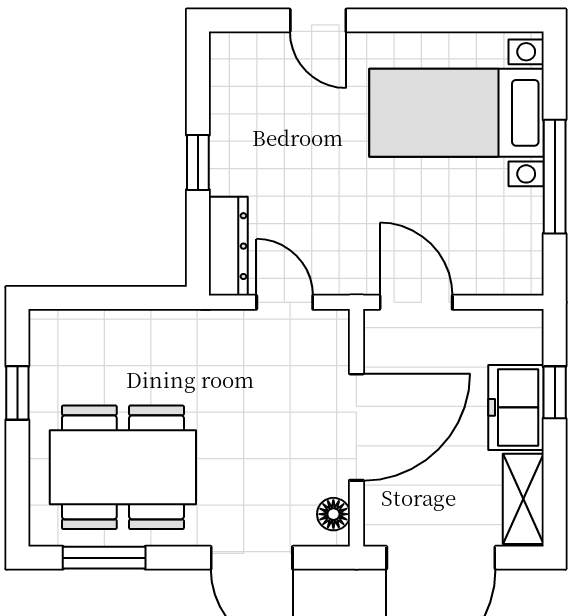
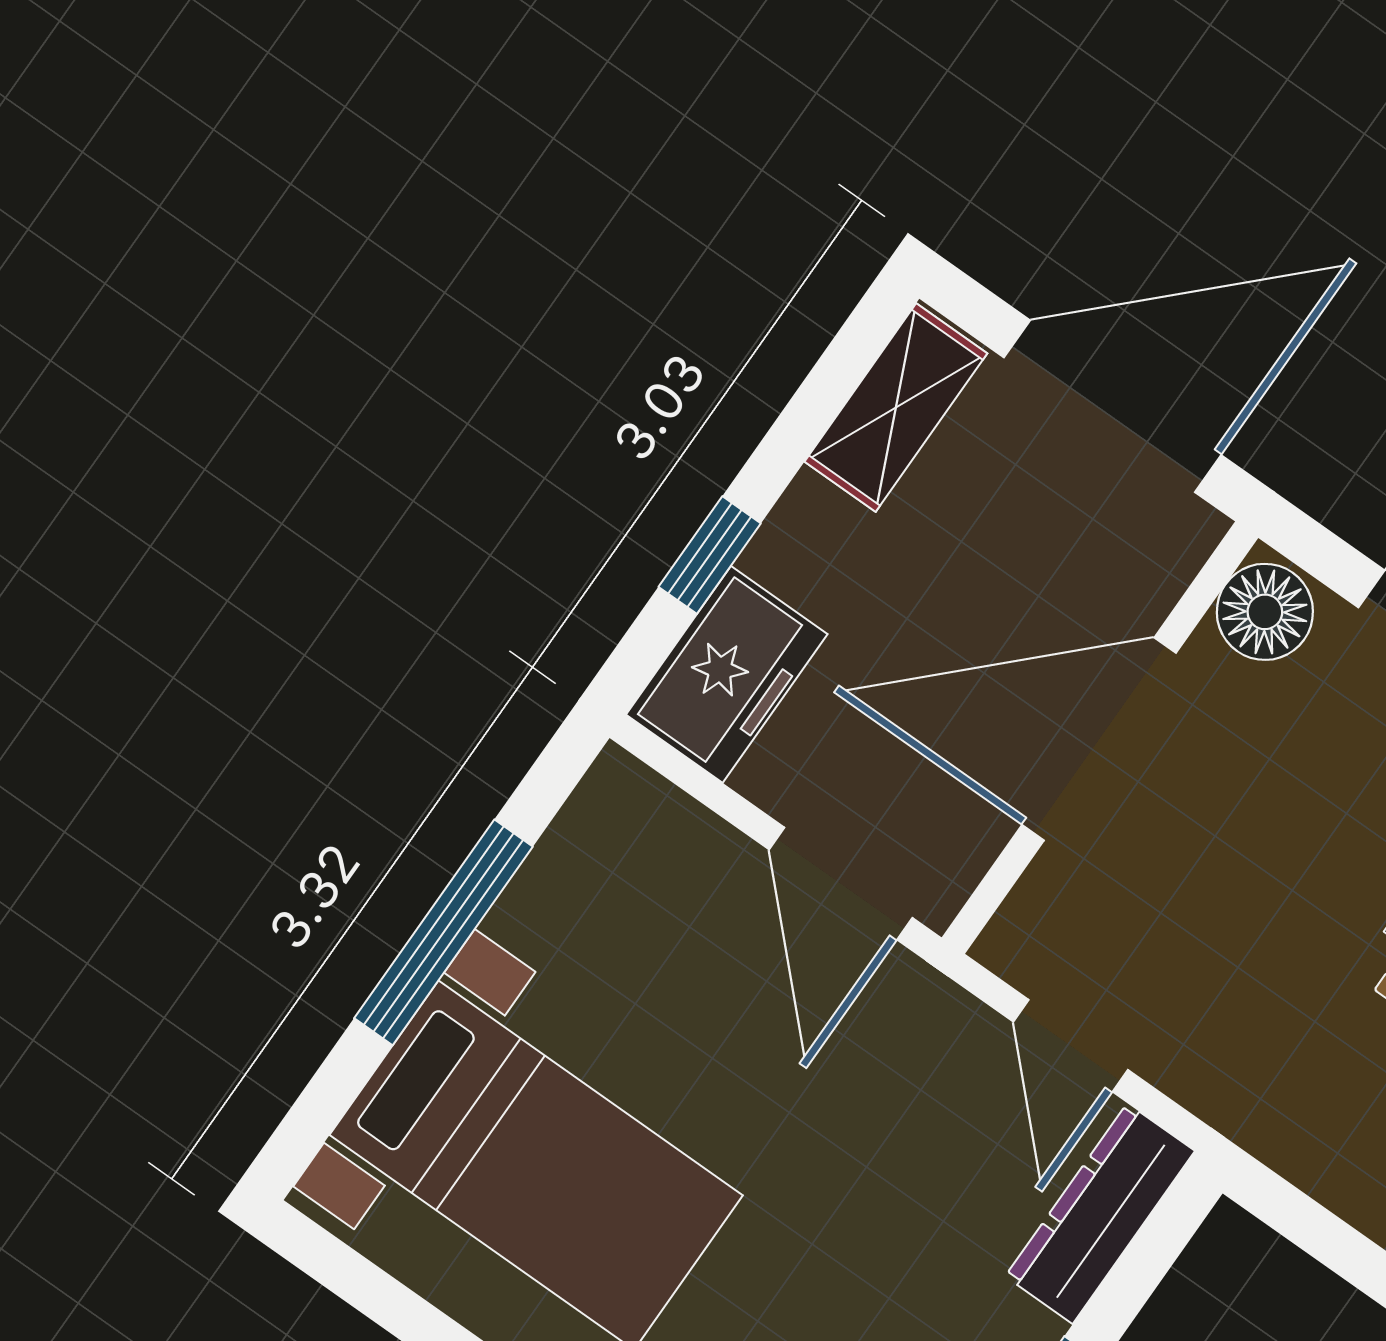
freezer: (516, 407) -> (727, 674), moved
floor lamp: (333, 514) -> (1265, 612), width x1.37, depth x1.37

